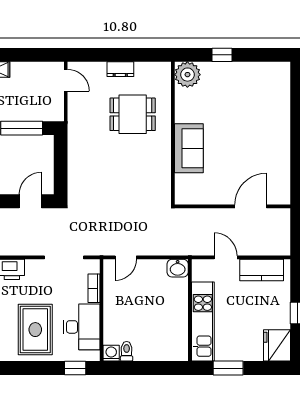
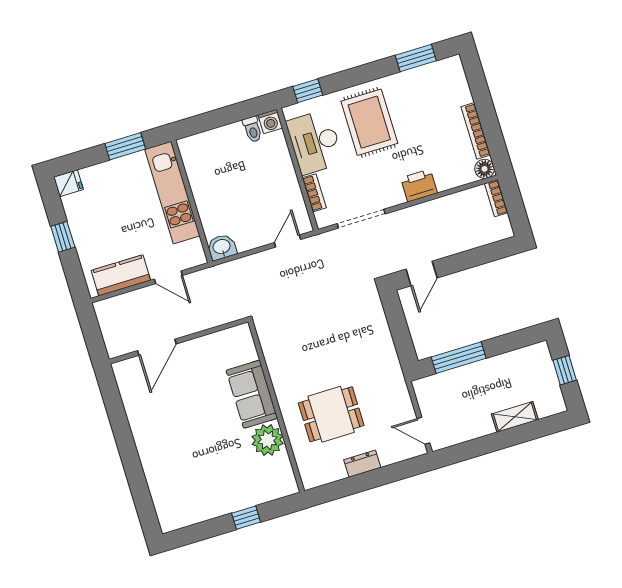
plant: (187, 75) -> (267, 440), moved
fridge: (277, 345) -> (68, 183), width x0.53, depth x0.75

